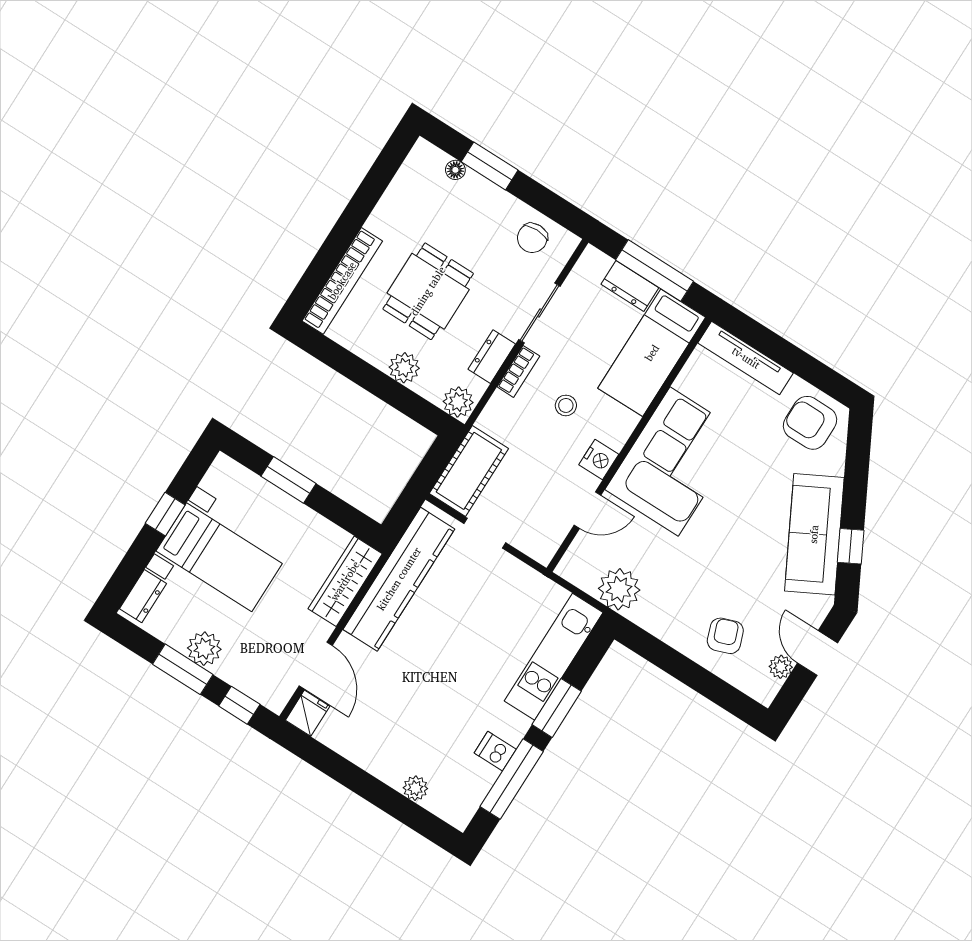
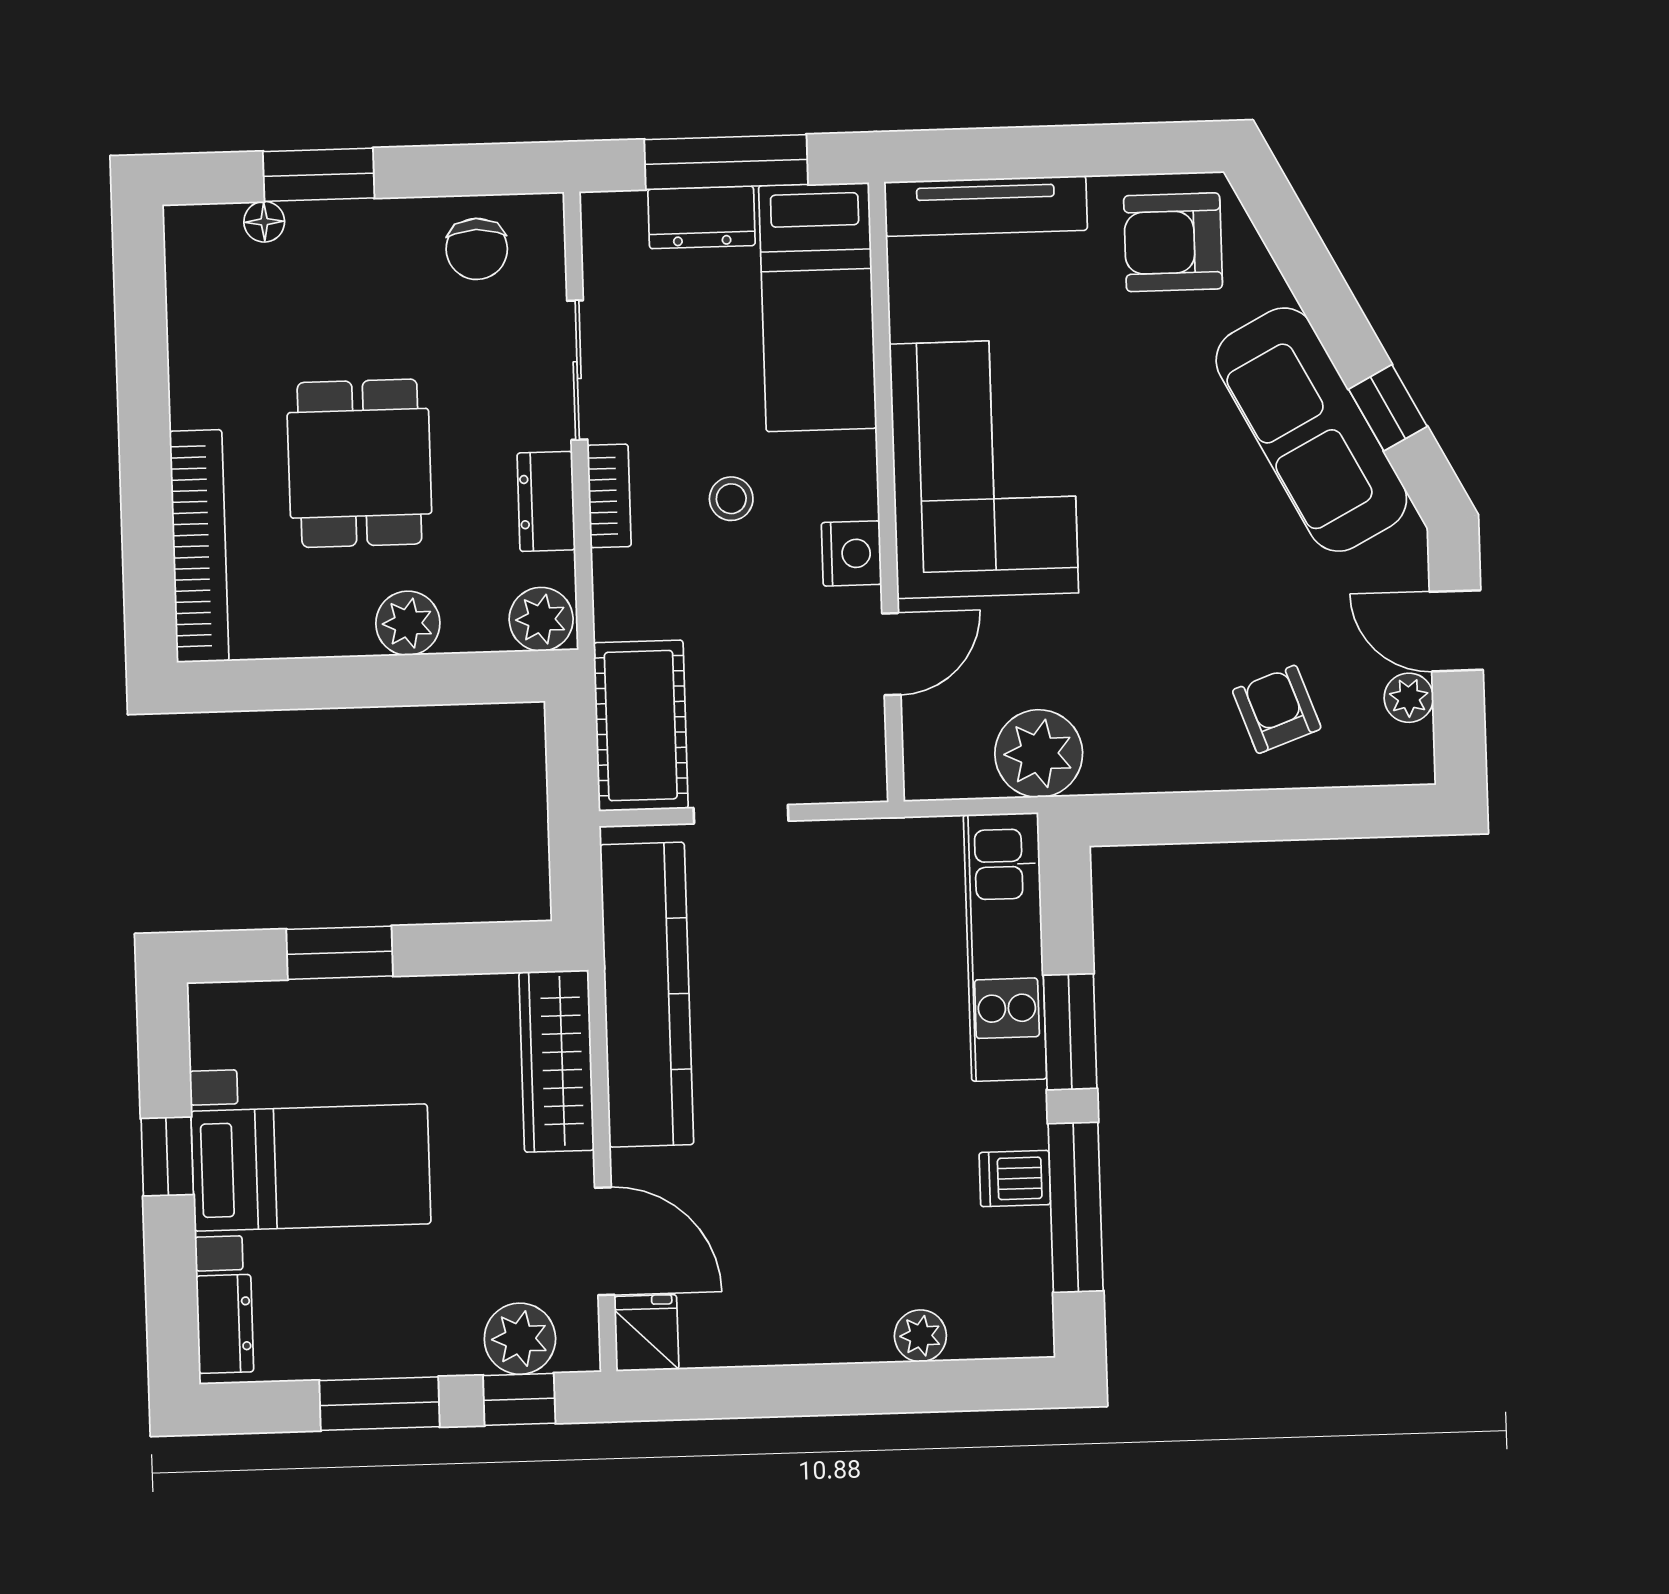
plant: (204, 649) -> (520, 1339), moved

